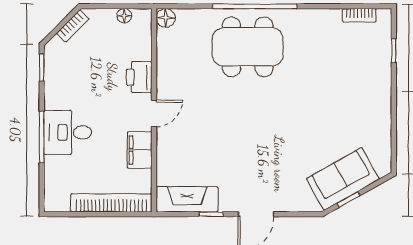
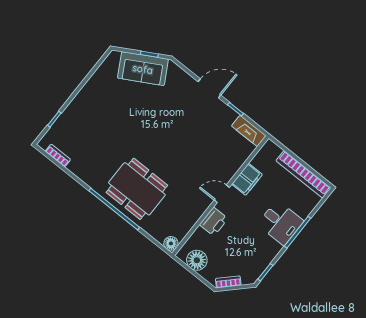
floor lamp: (124, 16) -> (197, 260), width x1.89, depth x1.89
fireplace: (187, 199) -> (249, 131), width x0.73, depth x0.76
bookcase: (111, 203) -> (303, 174), moved

